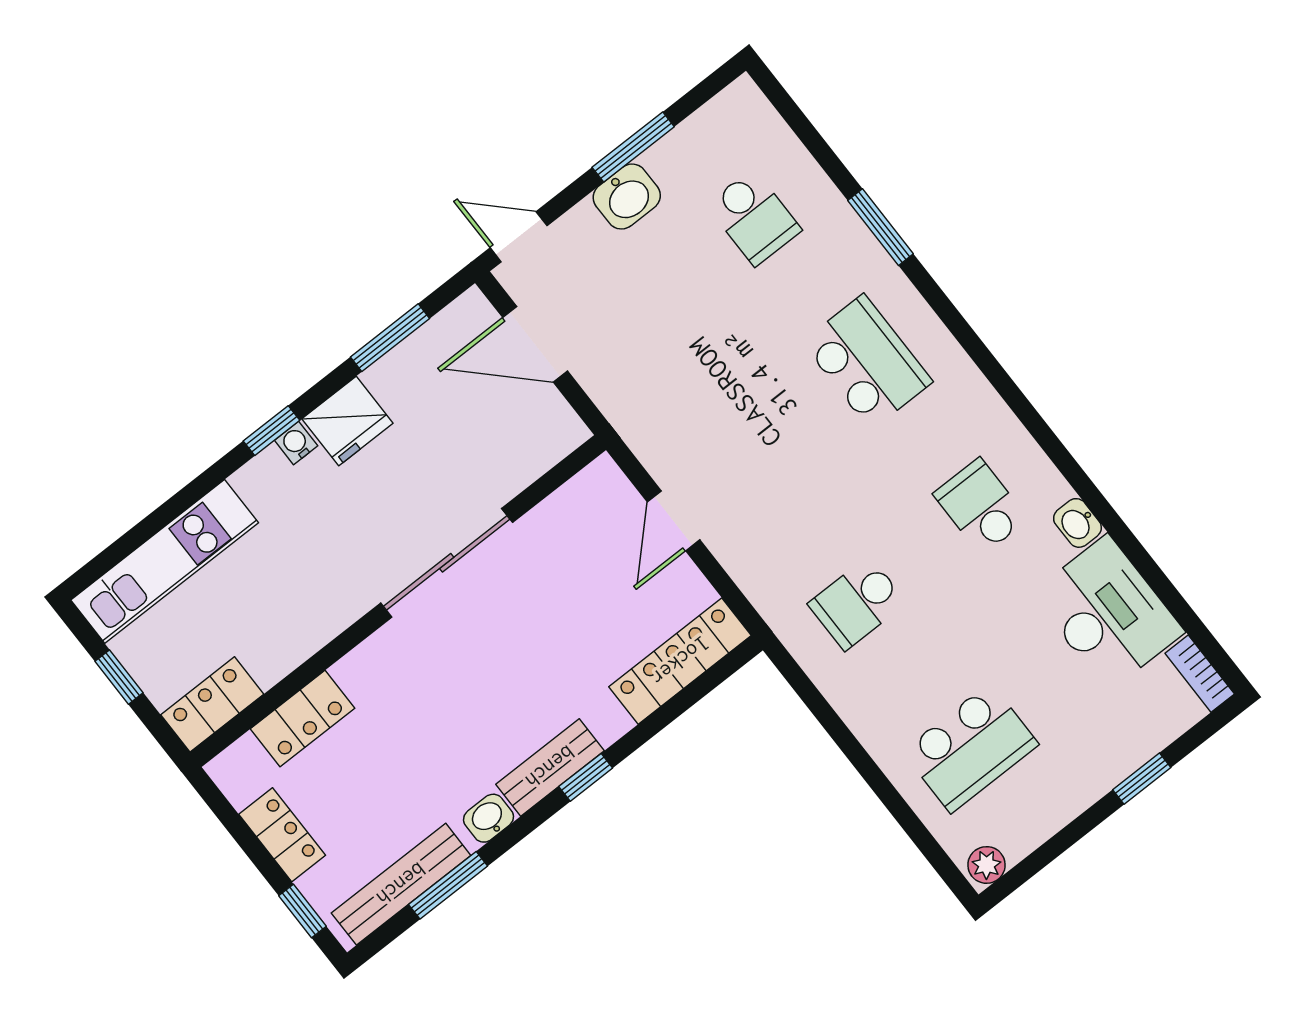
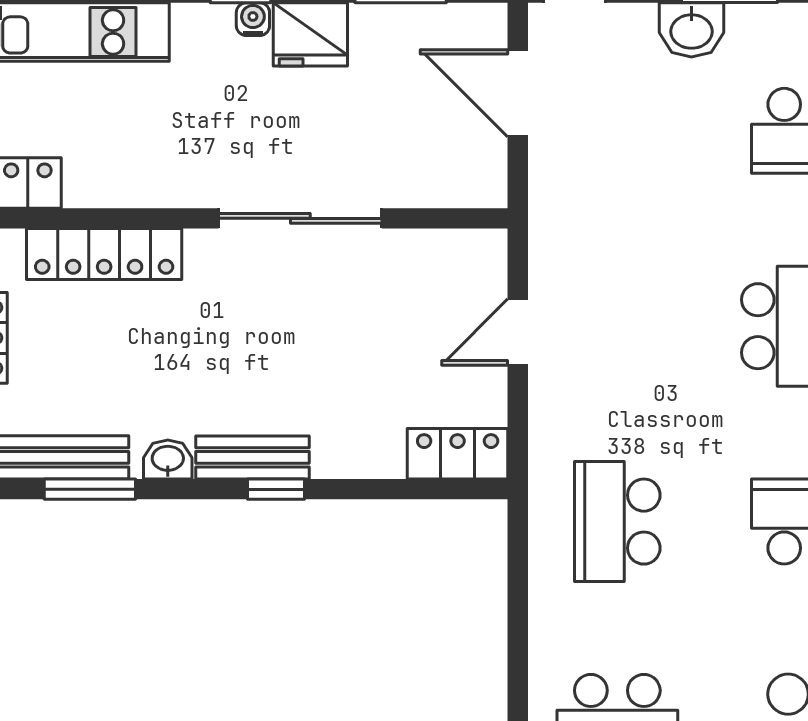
school desk: (857, 603) -> (617, 522), width x1.85
locker: (680, 661) -> (458, 454), width x0.66
locker: (302, 719) -> (104, 254), width x1.53

